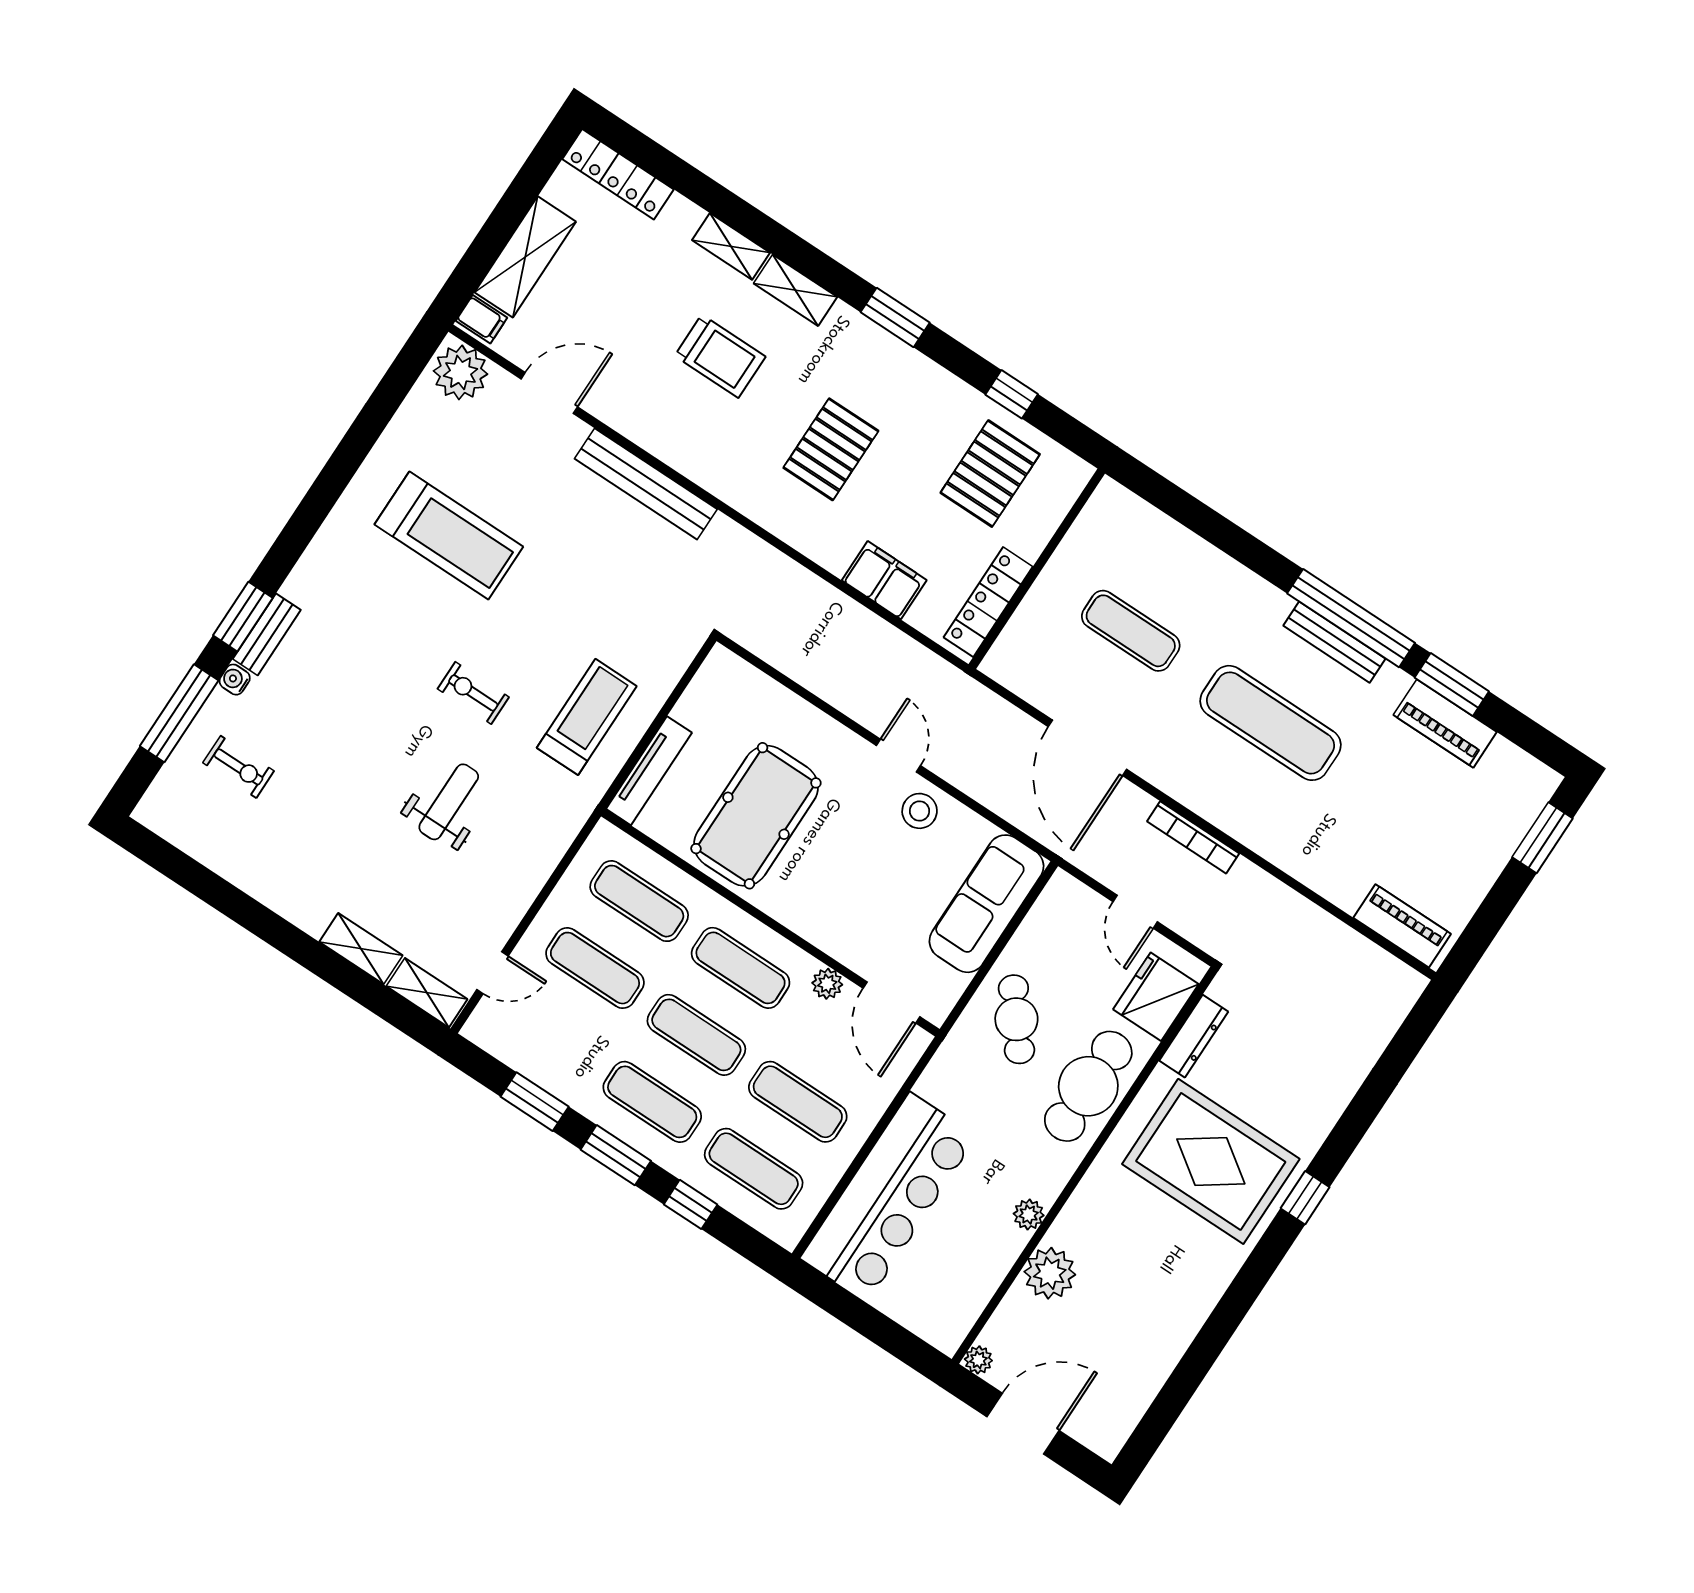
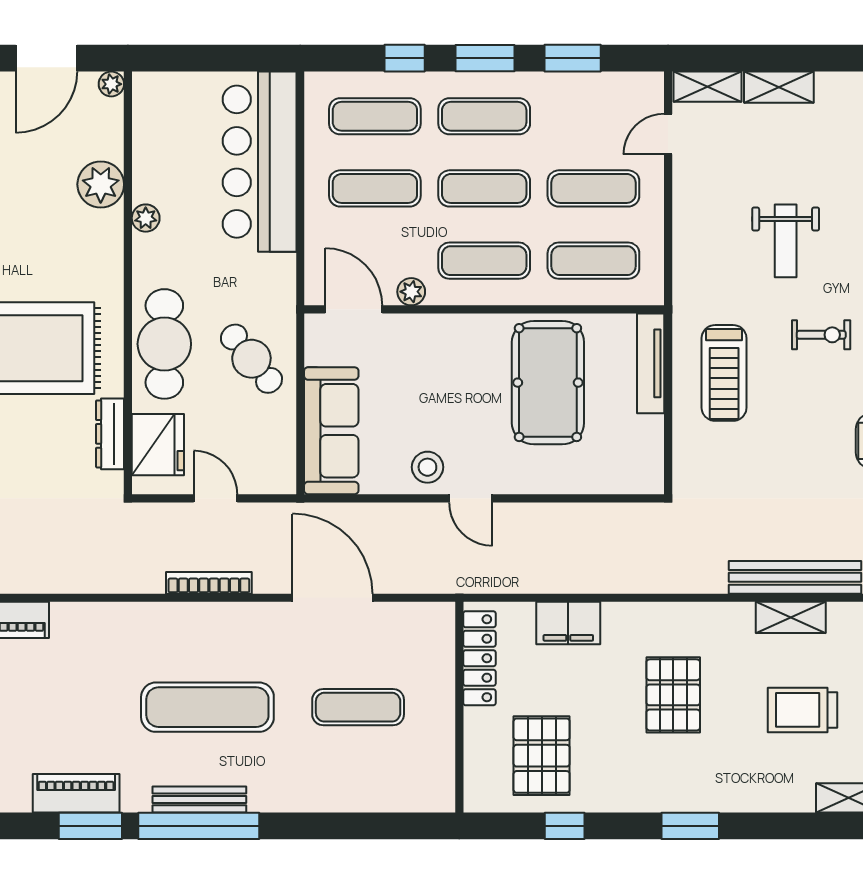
shelving: (795, 290) -> (791, 617), moved

